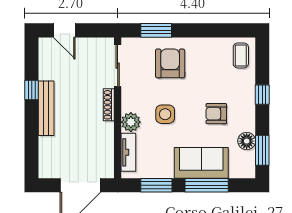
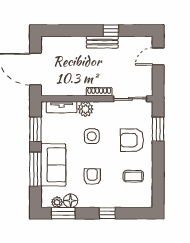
coffee table: (241, 55) -> (133, 176), moved
armchair: (170, 63) -> (132, 140), turned 180
bench: (46, 108) -> (102, 42), width x0.73
plant: (248, 158) -> (57, 202), added

